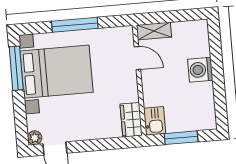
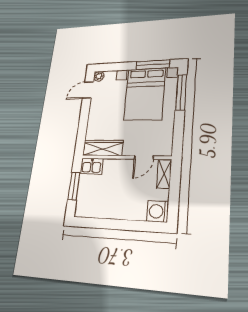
window: (75, 25) -> (181, 92), moved
washing machine: (200, 70) -> (158, 211), moved, turned -90
wardrobe: (131, 120) -> (103, 148), width x1.50

